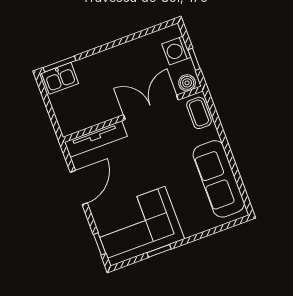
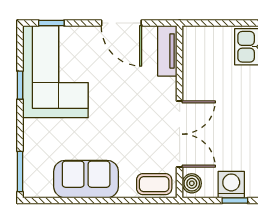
window: (194, 59) -> (235, 200), moved
tv unit: (96, 139) -> (167, 51), width x0.71
sofa: (219, 179) -> (86, 179), width x0.73
window: (229, 225) -> (20, 171), added

